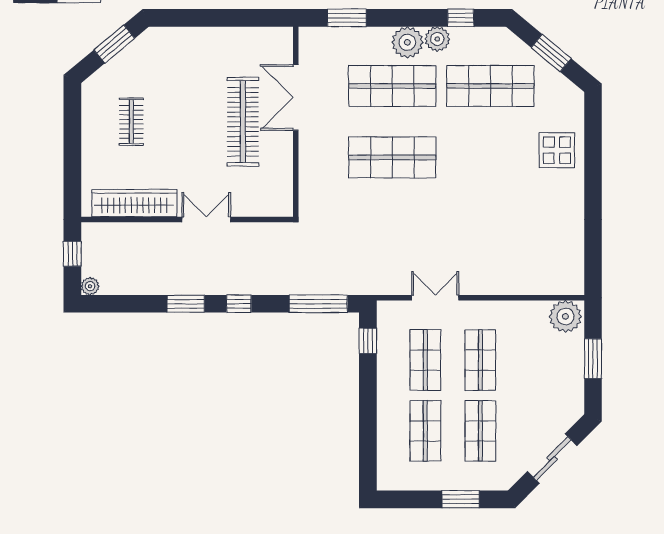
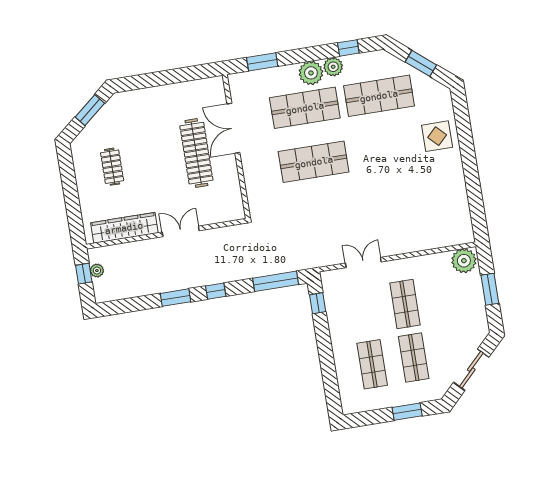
plant: (90, 286) -> (97, 271), moved
shop shelf: (425, 360) -> (363, 311), removed

